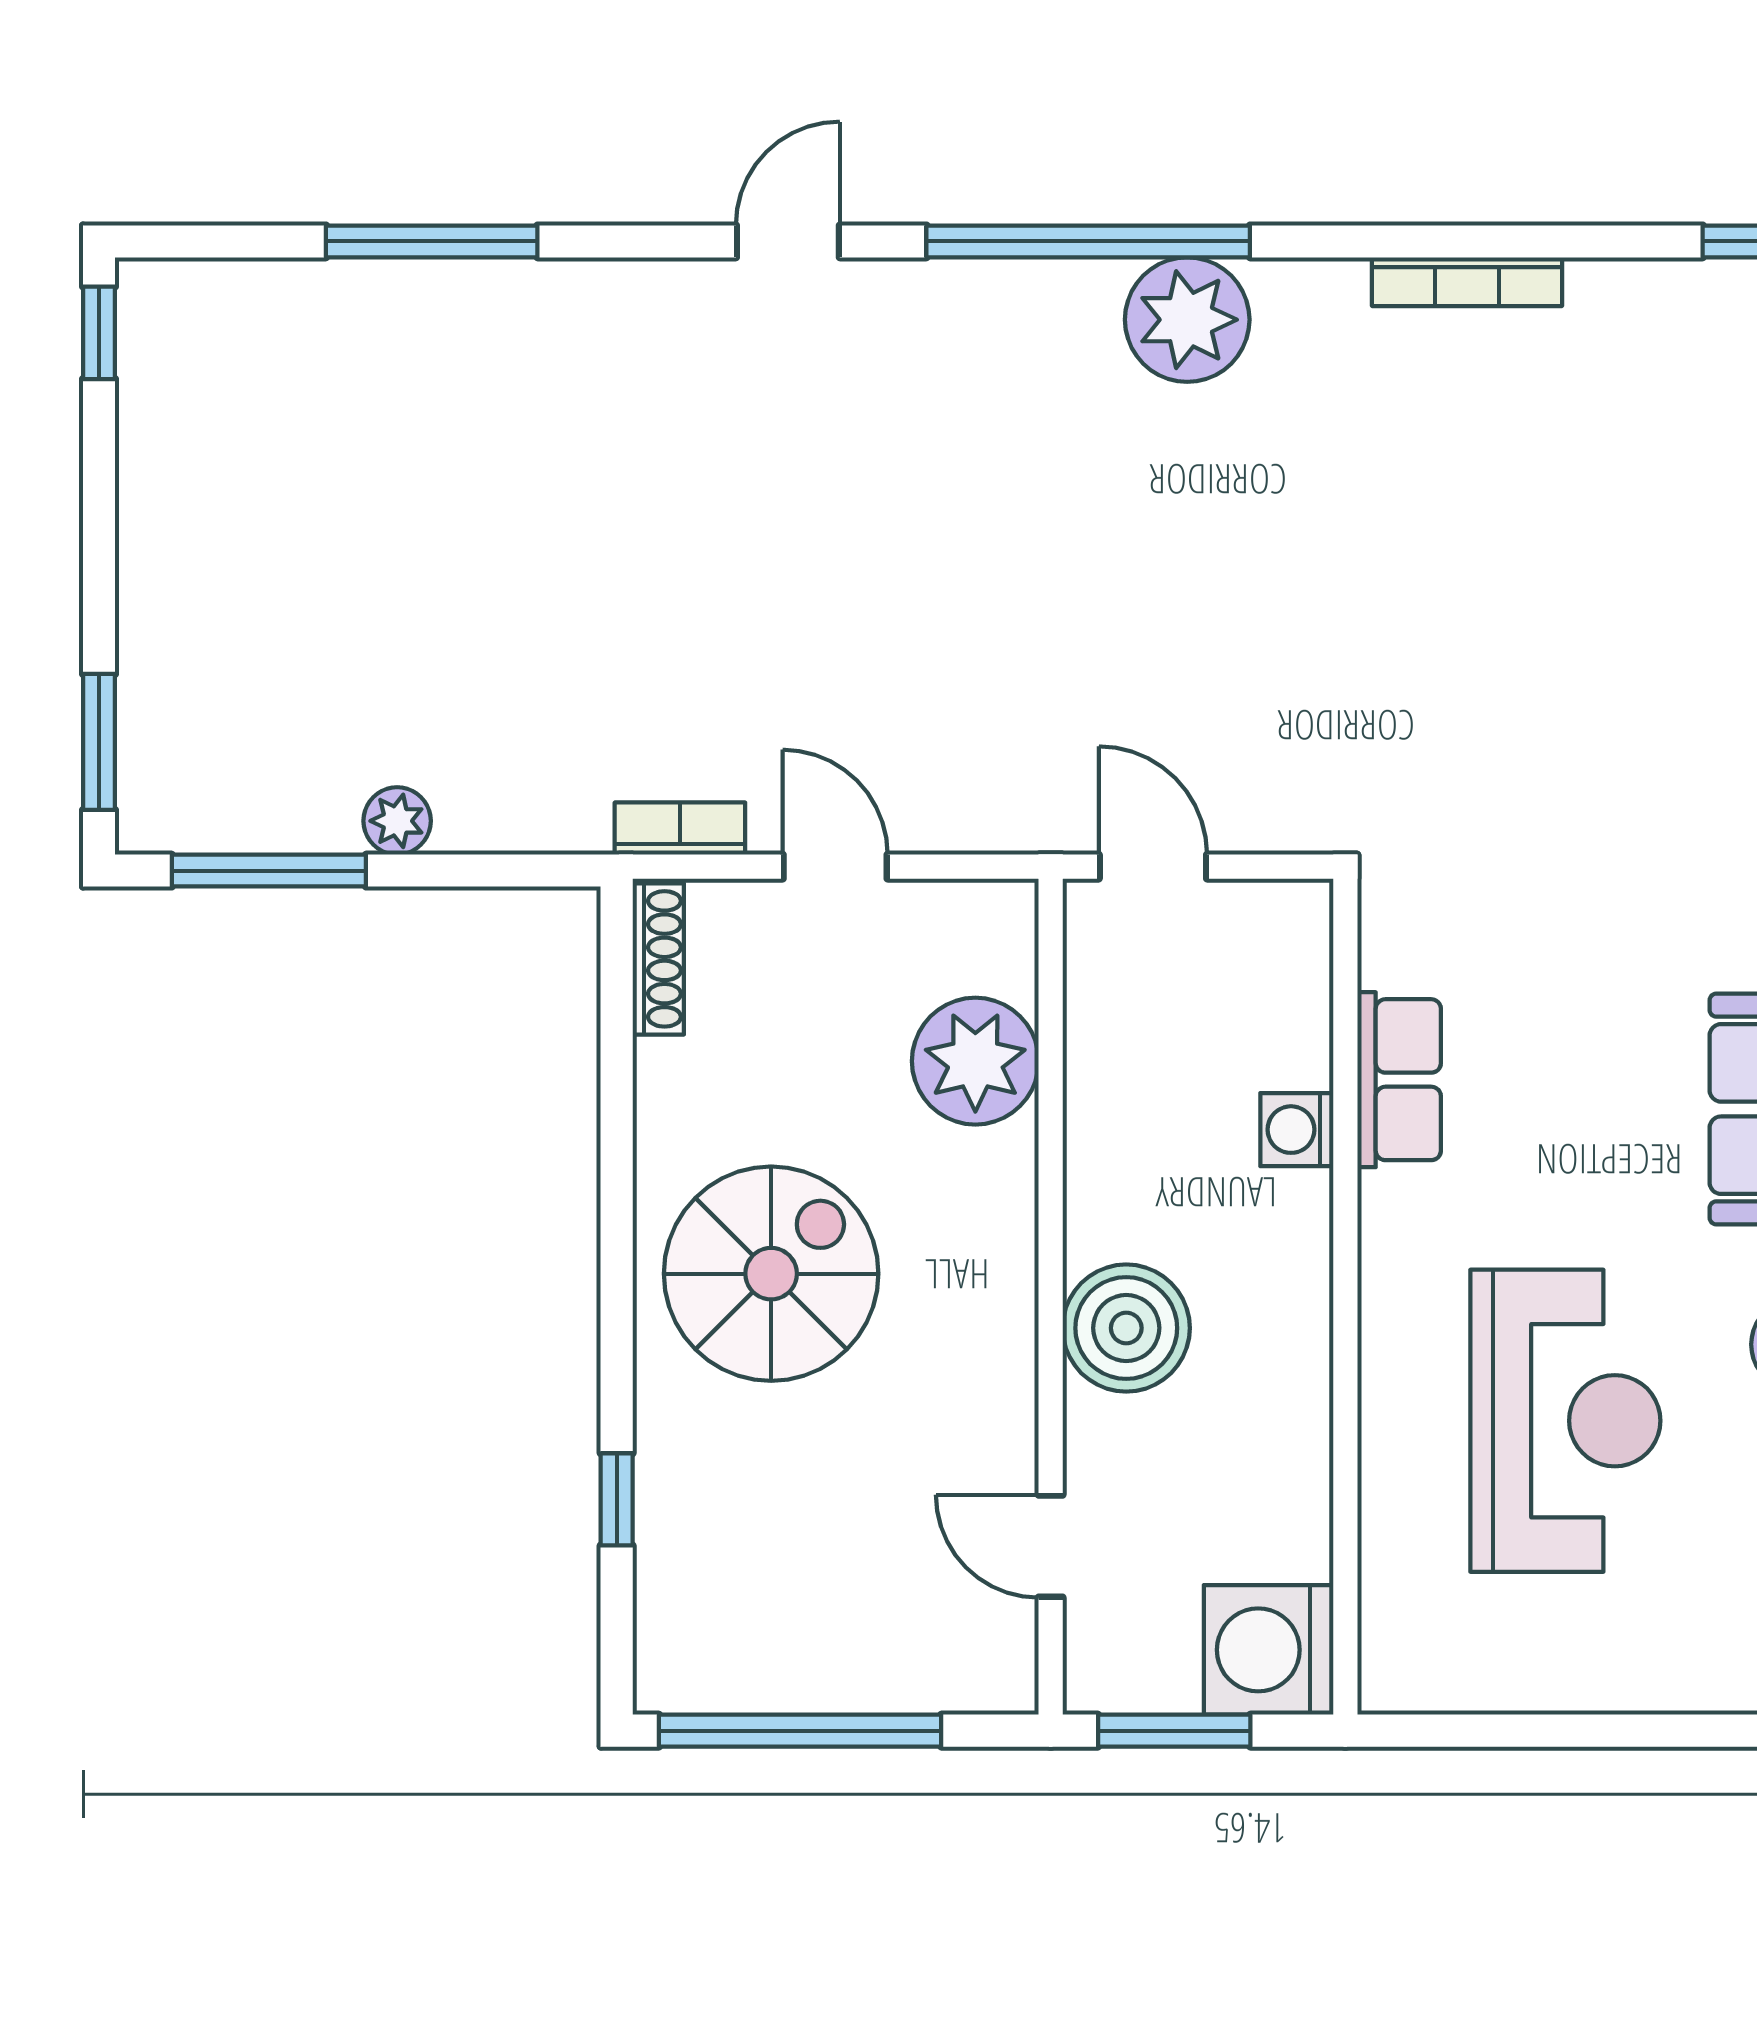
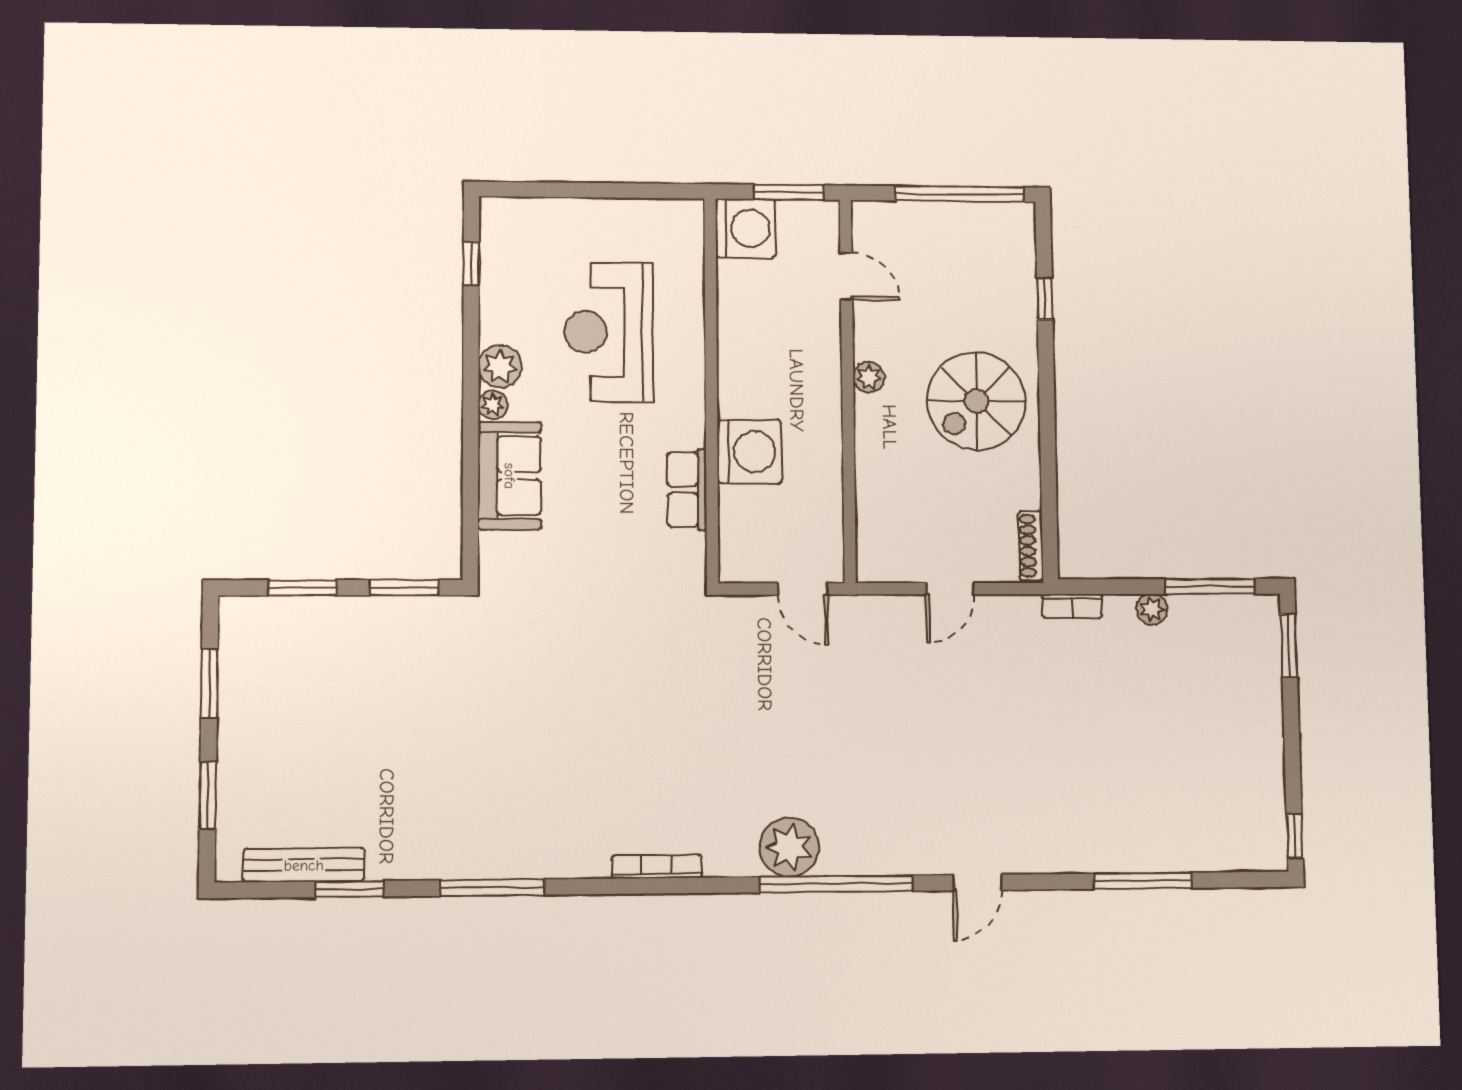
bookcase: (680, 829) -> (1072, 606), moved
door: (835, 867) -> (950, 589), hinge flipped
plant: (975, 1061) -> (869, 377), moved, width x0.53, depth x0.53
washing machine: (1297, 1130) -> (749, 452), width x1.89, depth x1.89
boiler: (1126, 1328) -> (813, 375), removed

